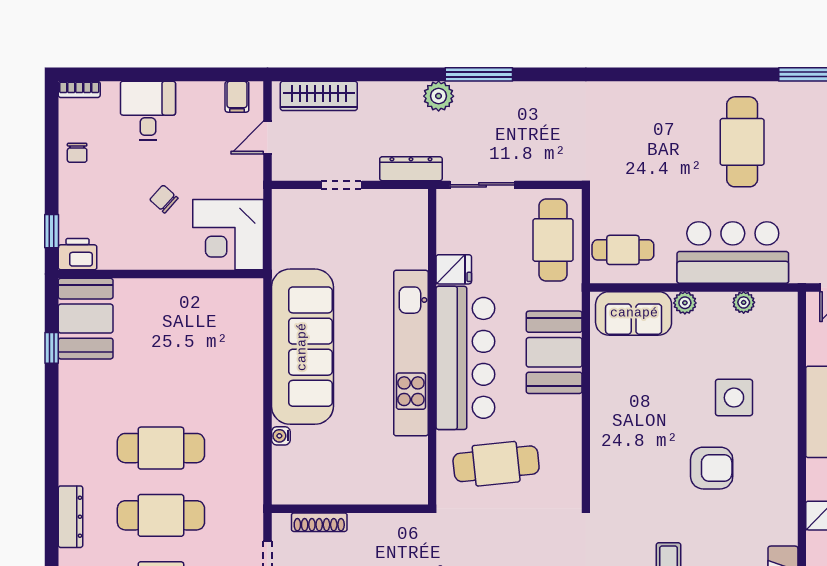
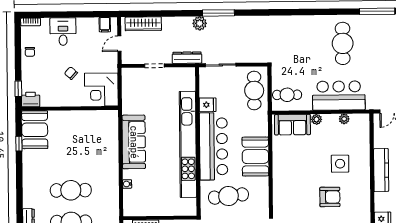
sofa: (302, 347) -> (134, 142), width x0.74, depth x0.79
booth: (554, 352) -> (255, 157), moved
kitchen unit: (411, 353) -> (188, 144), width x1.36

